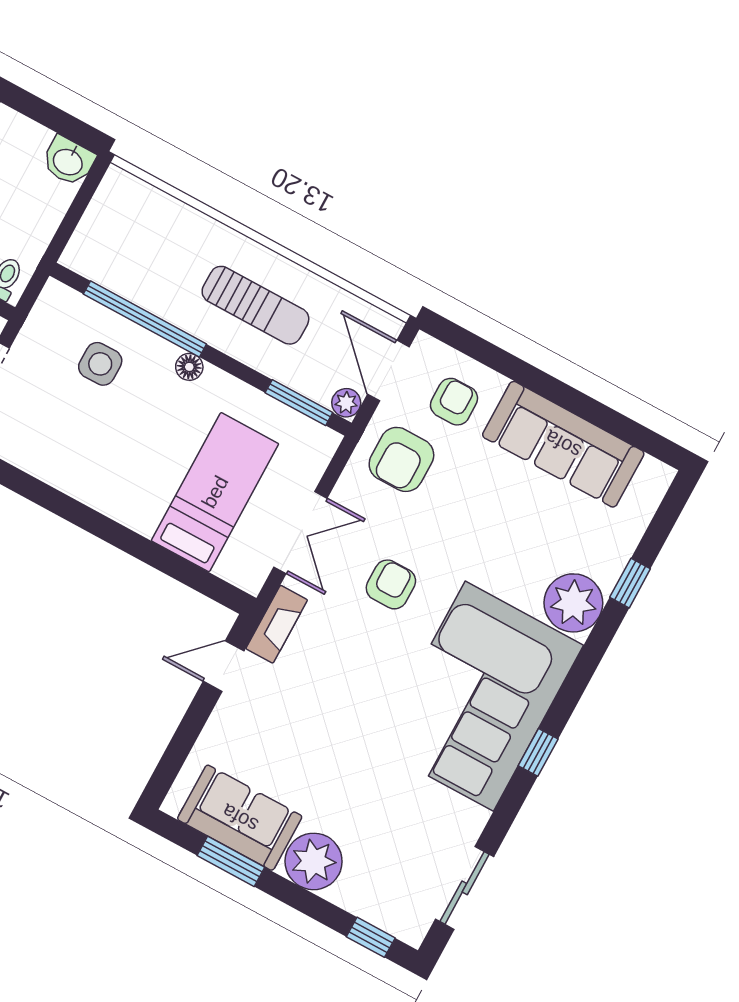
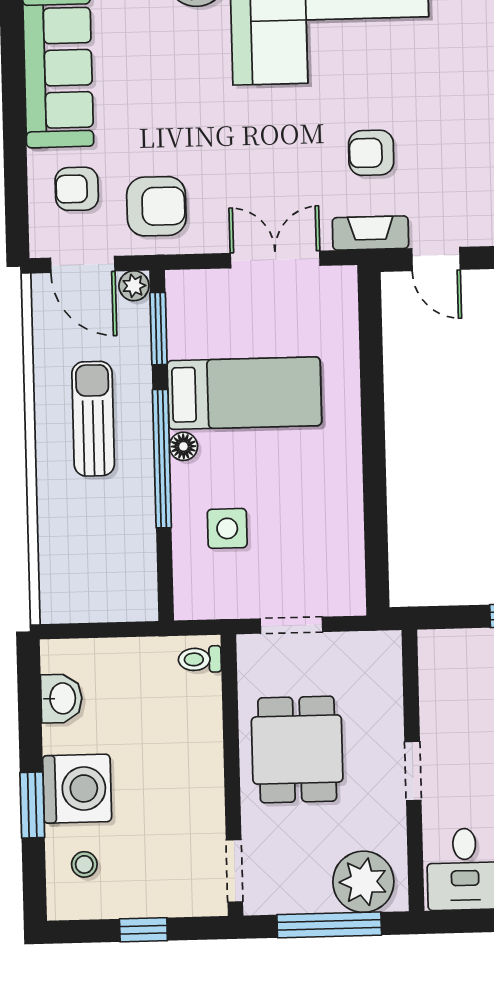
washbasin: (68, 161) -> (61, 698), moved
window: (145, 319) -> (162, 459), moved
door: (388, 371) -> (83, 264), hinge flipped
bed: (215, 492) -> (244, 393), moved, turned 180
armchair: (391, 584) -> (371, 153), moved

